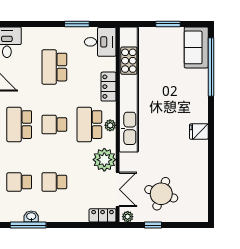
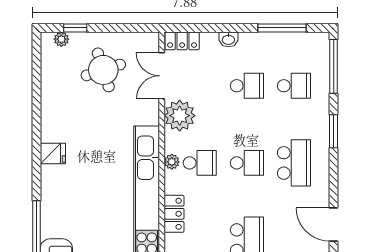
school desk: (89, 125) -> (200, 163), width x0.54
round table: (161, 194) -> (103, 70), turned -37
washbasin: (31, 217) -> (228, 39), moved
plant: (128, 217) -> (61, 39), moved
window: (153, 225) -> (75, 28), moved

